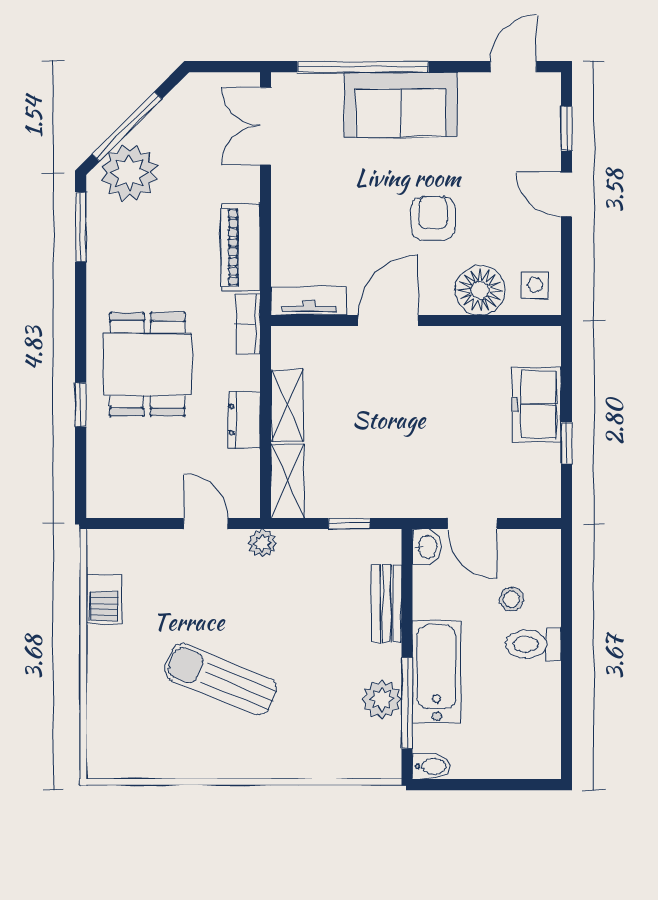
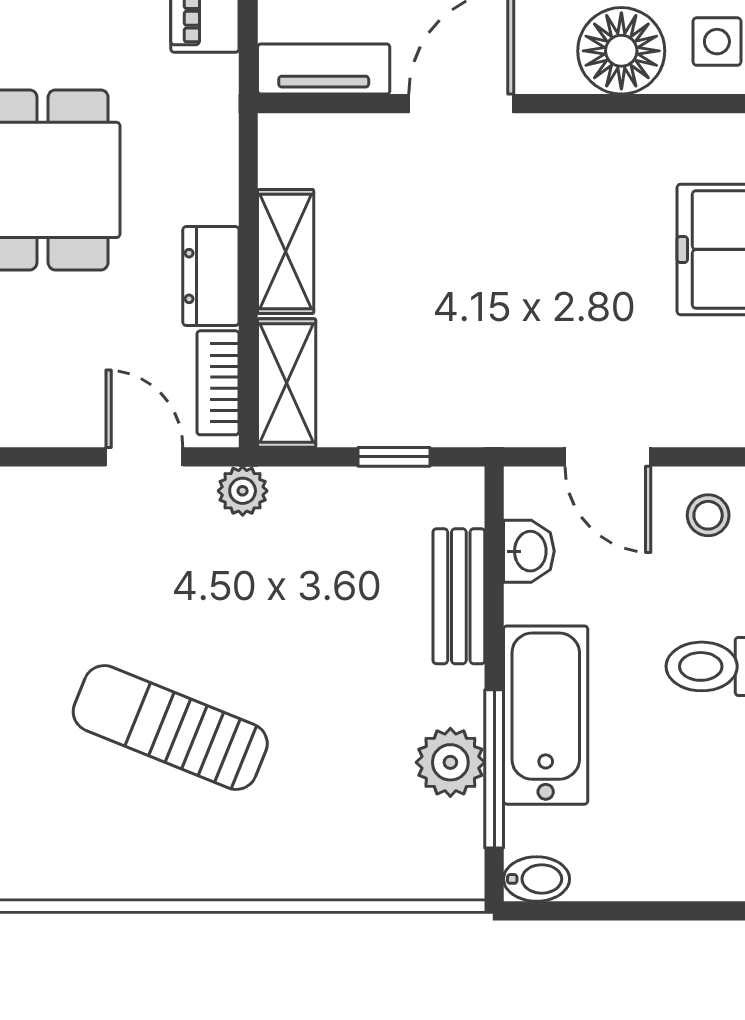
bookcase: (248, 324) -> (218, 383), moved
washbasin: (427, 547) -> (529, 551), moved
stool: (512, 599) -> (708, 515), moved

